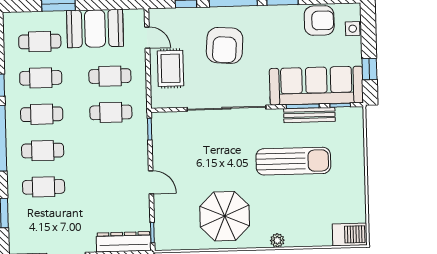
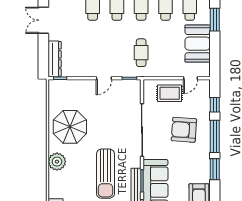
cafe table: (110, 76) -> (165, 53), removed
door: (151, 182) -> (104, 78), moved
plant: (277, 240) -> (57, 162), width x1.87, depth x1.87

